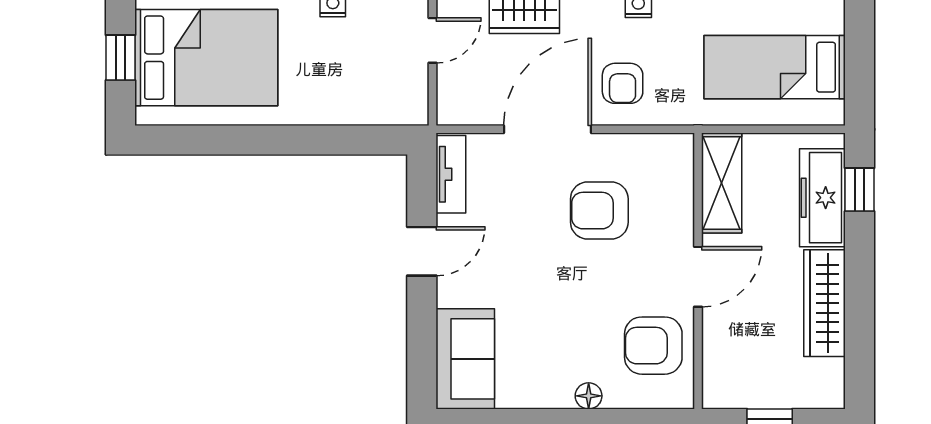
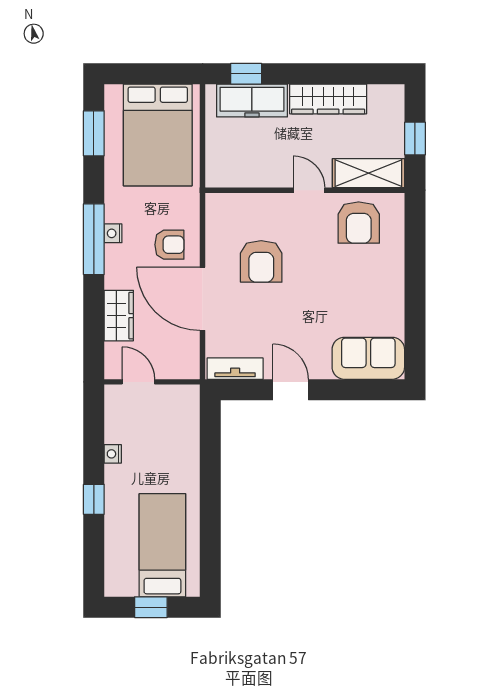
bed: (206, 58) -> (162, 545), width x0.67
bed: (775, 67) -> (158, 135), width x1.50
shelving: (722, 183) -> (368, 173), moved
door: (698, 277) -> (309, 190), width x0.73
floor lamp: (589, 396) -> (395, 269), removed

